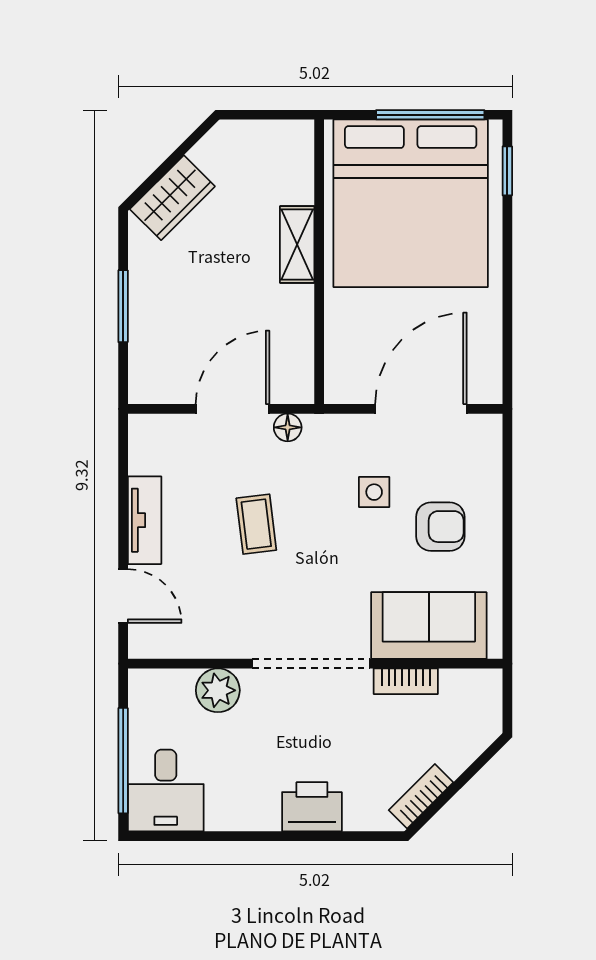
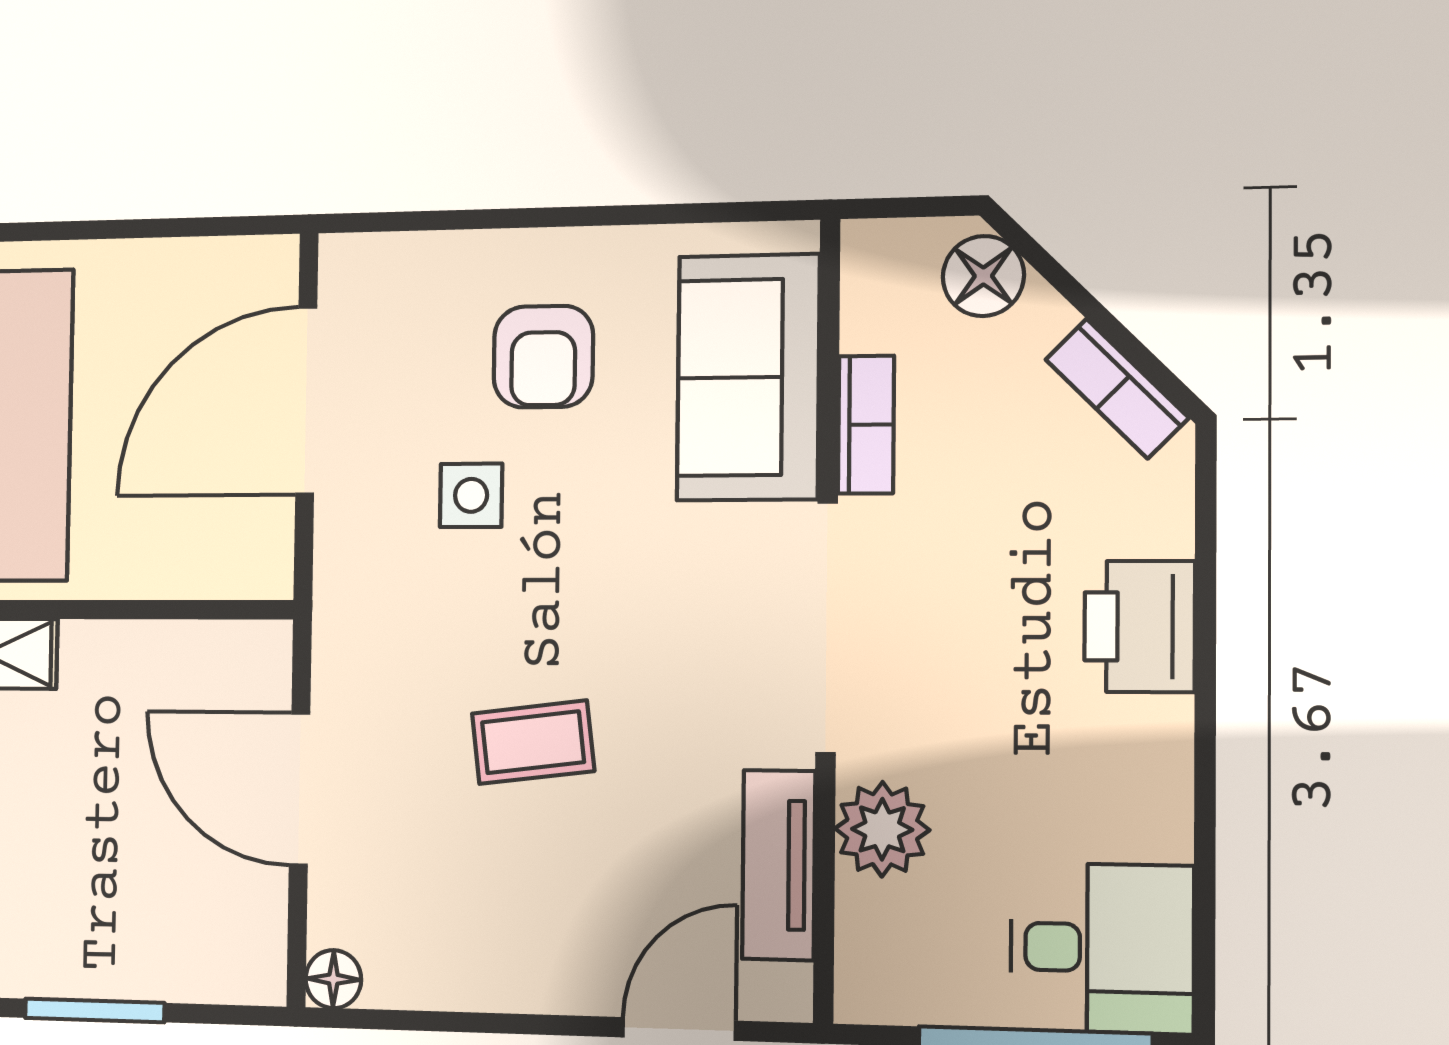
door: (421, 409) -> (306, 400), hinge flipped
floor lamp: (288, 427) -> (333, 979), moved
tv unit: (145, 520) -> (779, 865), moved, turned -90
armchair: (440, 527) -> (543, 357), turned 180
floor lamp: (474, 735) -> (983, 276), added

